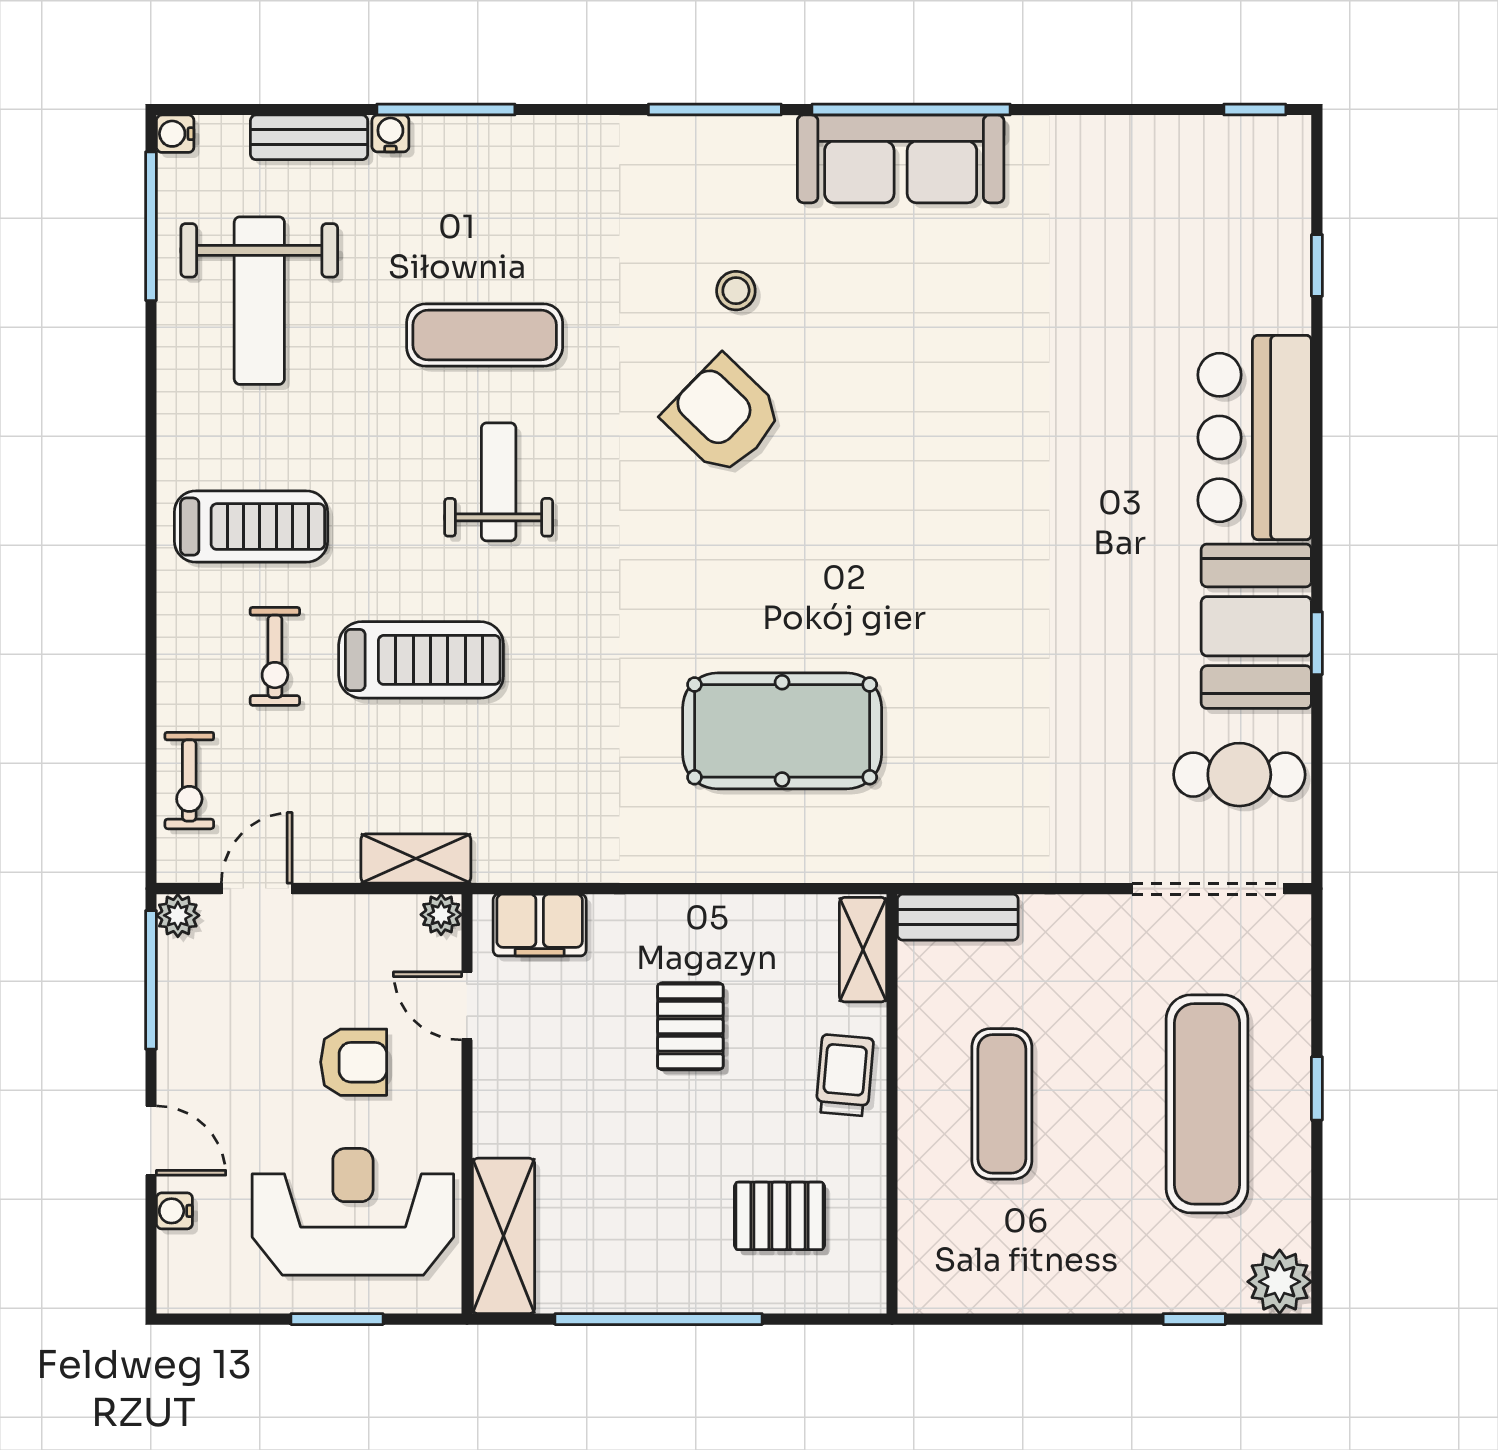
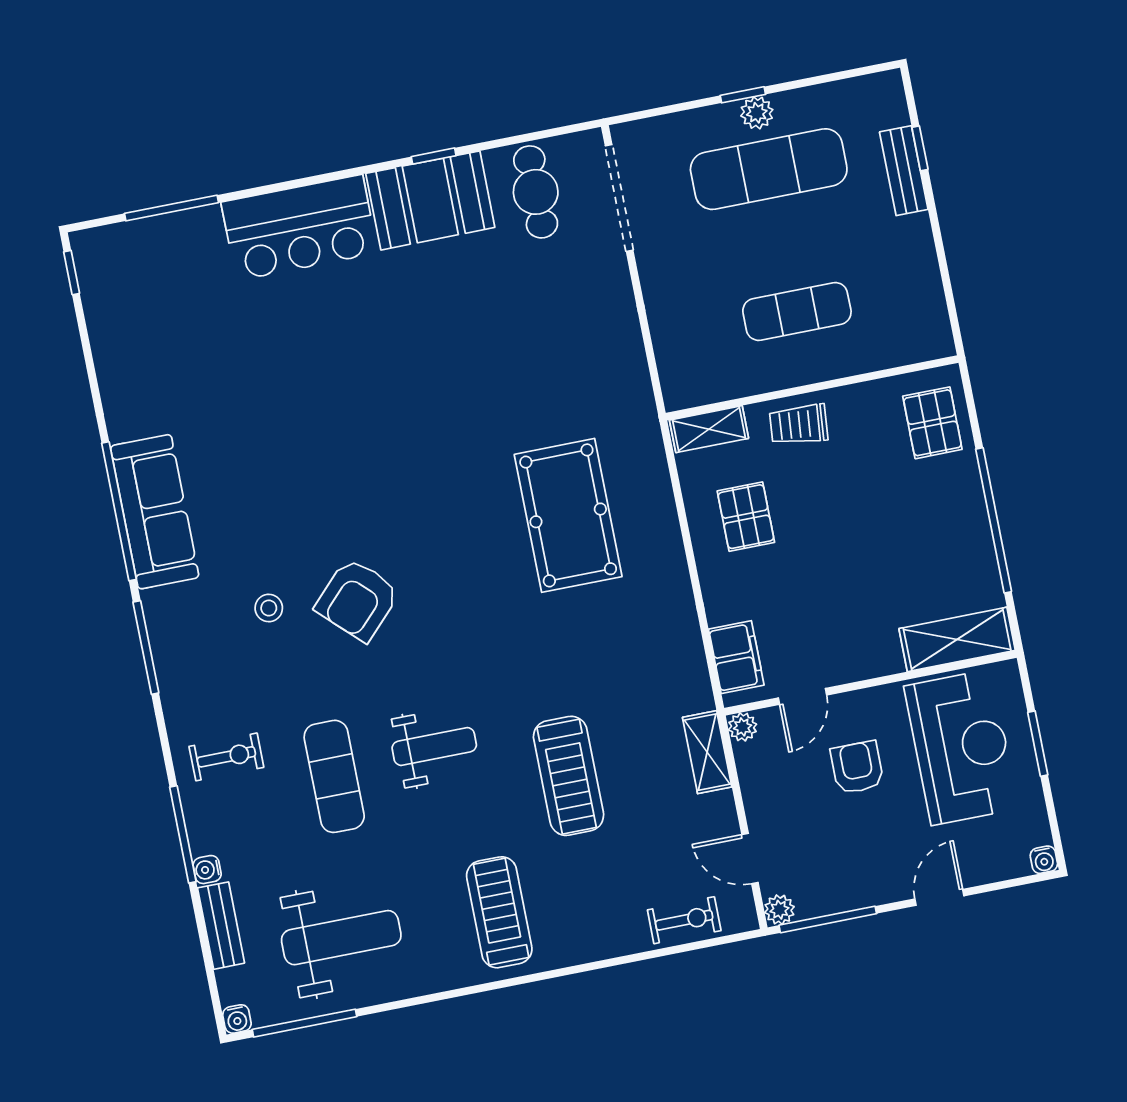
window: (1317, 265) -> (171, 208), width x2.17
weight bench: (499, 482) -> (434, 747), turned 180
exercise bike: (275, 656) -> (226, 757), moved
treadmill: (421, 660) -> (569, 776), turned 180
bench: (958, 917) -> (904, 171), moved
pallet: (690, 1026) -> (746, 517), moved, turned 90
water cooler: (174, 1211) -> (1044, 860), moved
reception desk: (353, 1212) -> (961, 747), turned 180
pallet: (779, 1216) -> (932, 423), moved
plant: (1280, 1282) -> (757, 113), moved, width x0.73, depth x0.73

